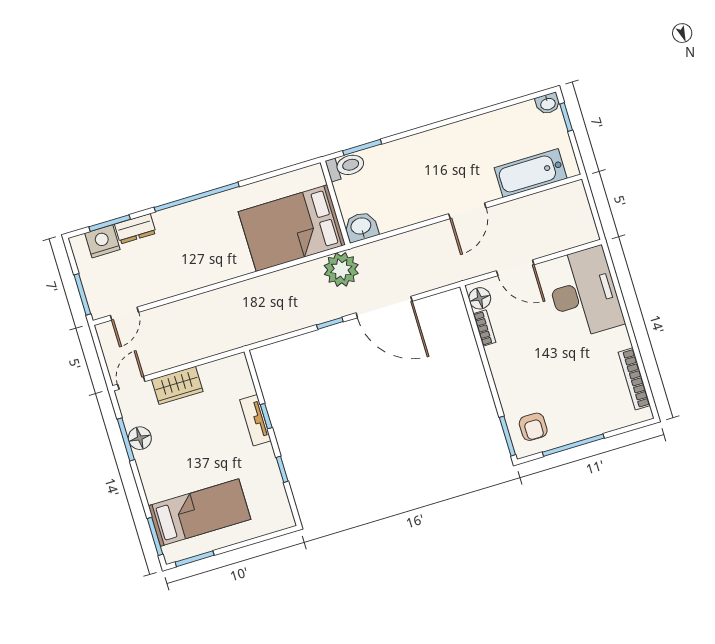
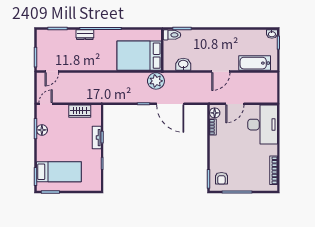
washbasin: (361, 227) -> (183, 64), moved
dresser: (135, 229) -> (85, 35), moved
nightstand: (102, 241) -> (52, 36), removed
door: (515, 268) -> (235, 104), hinge flipped
wardrobe: (177, 385) -> (80, 111), moved

